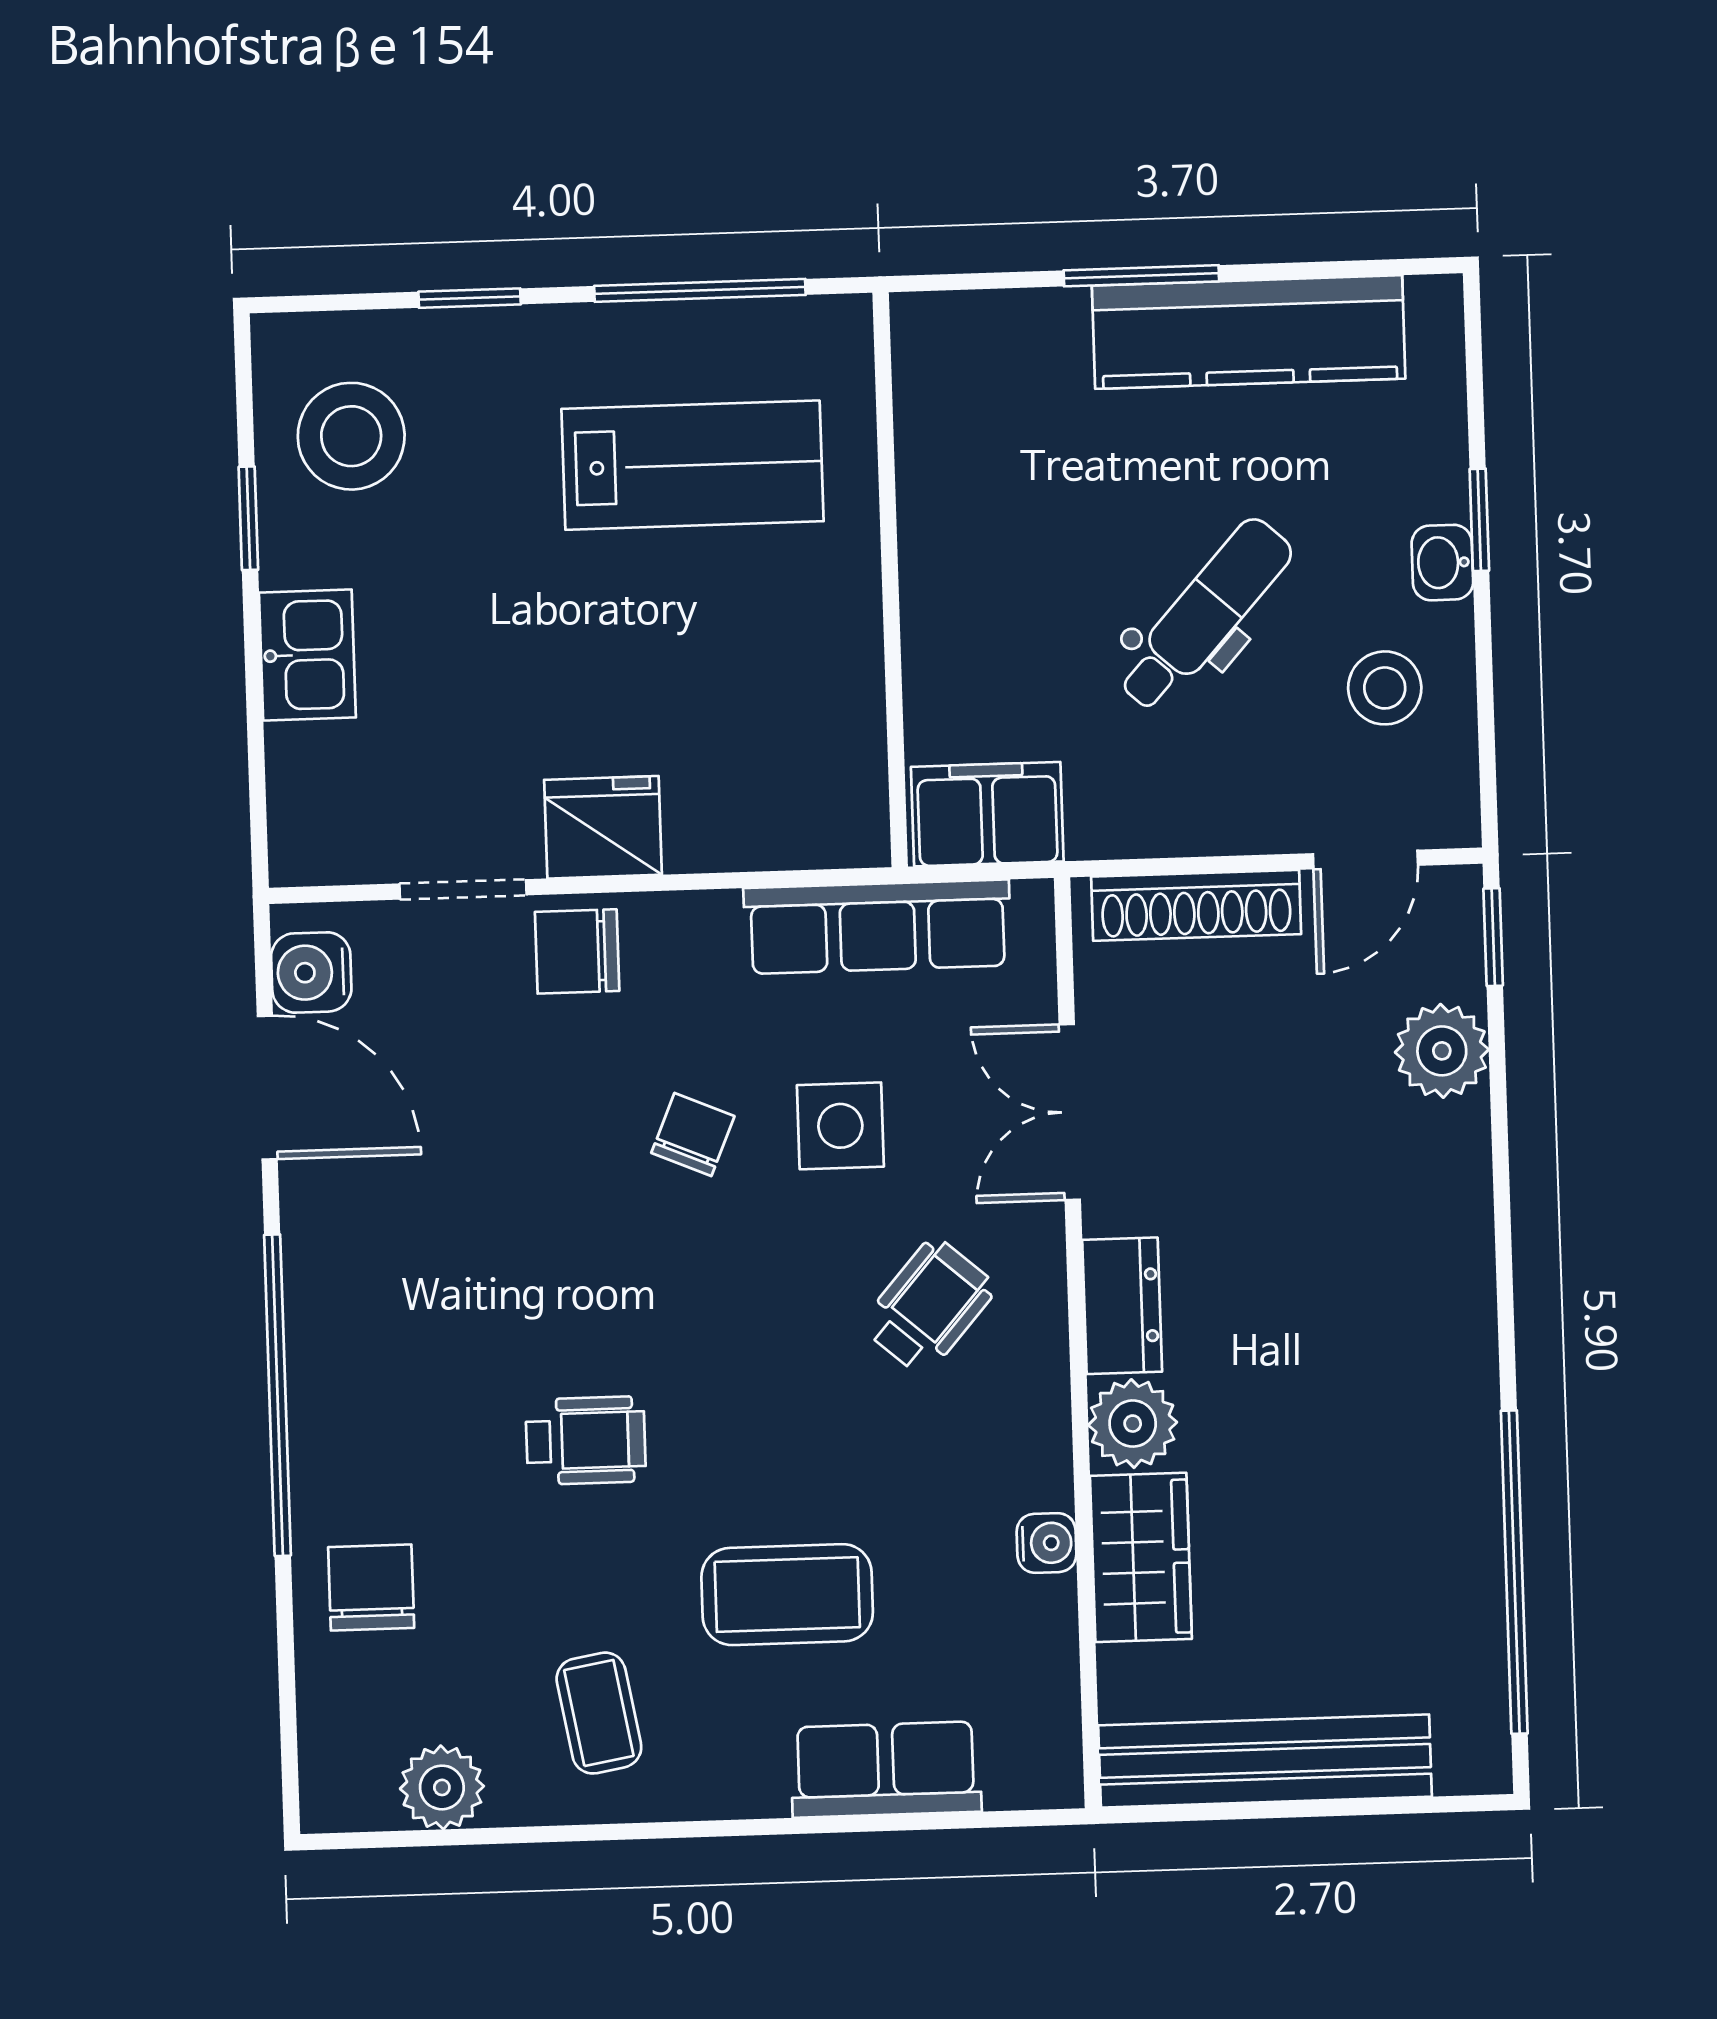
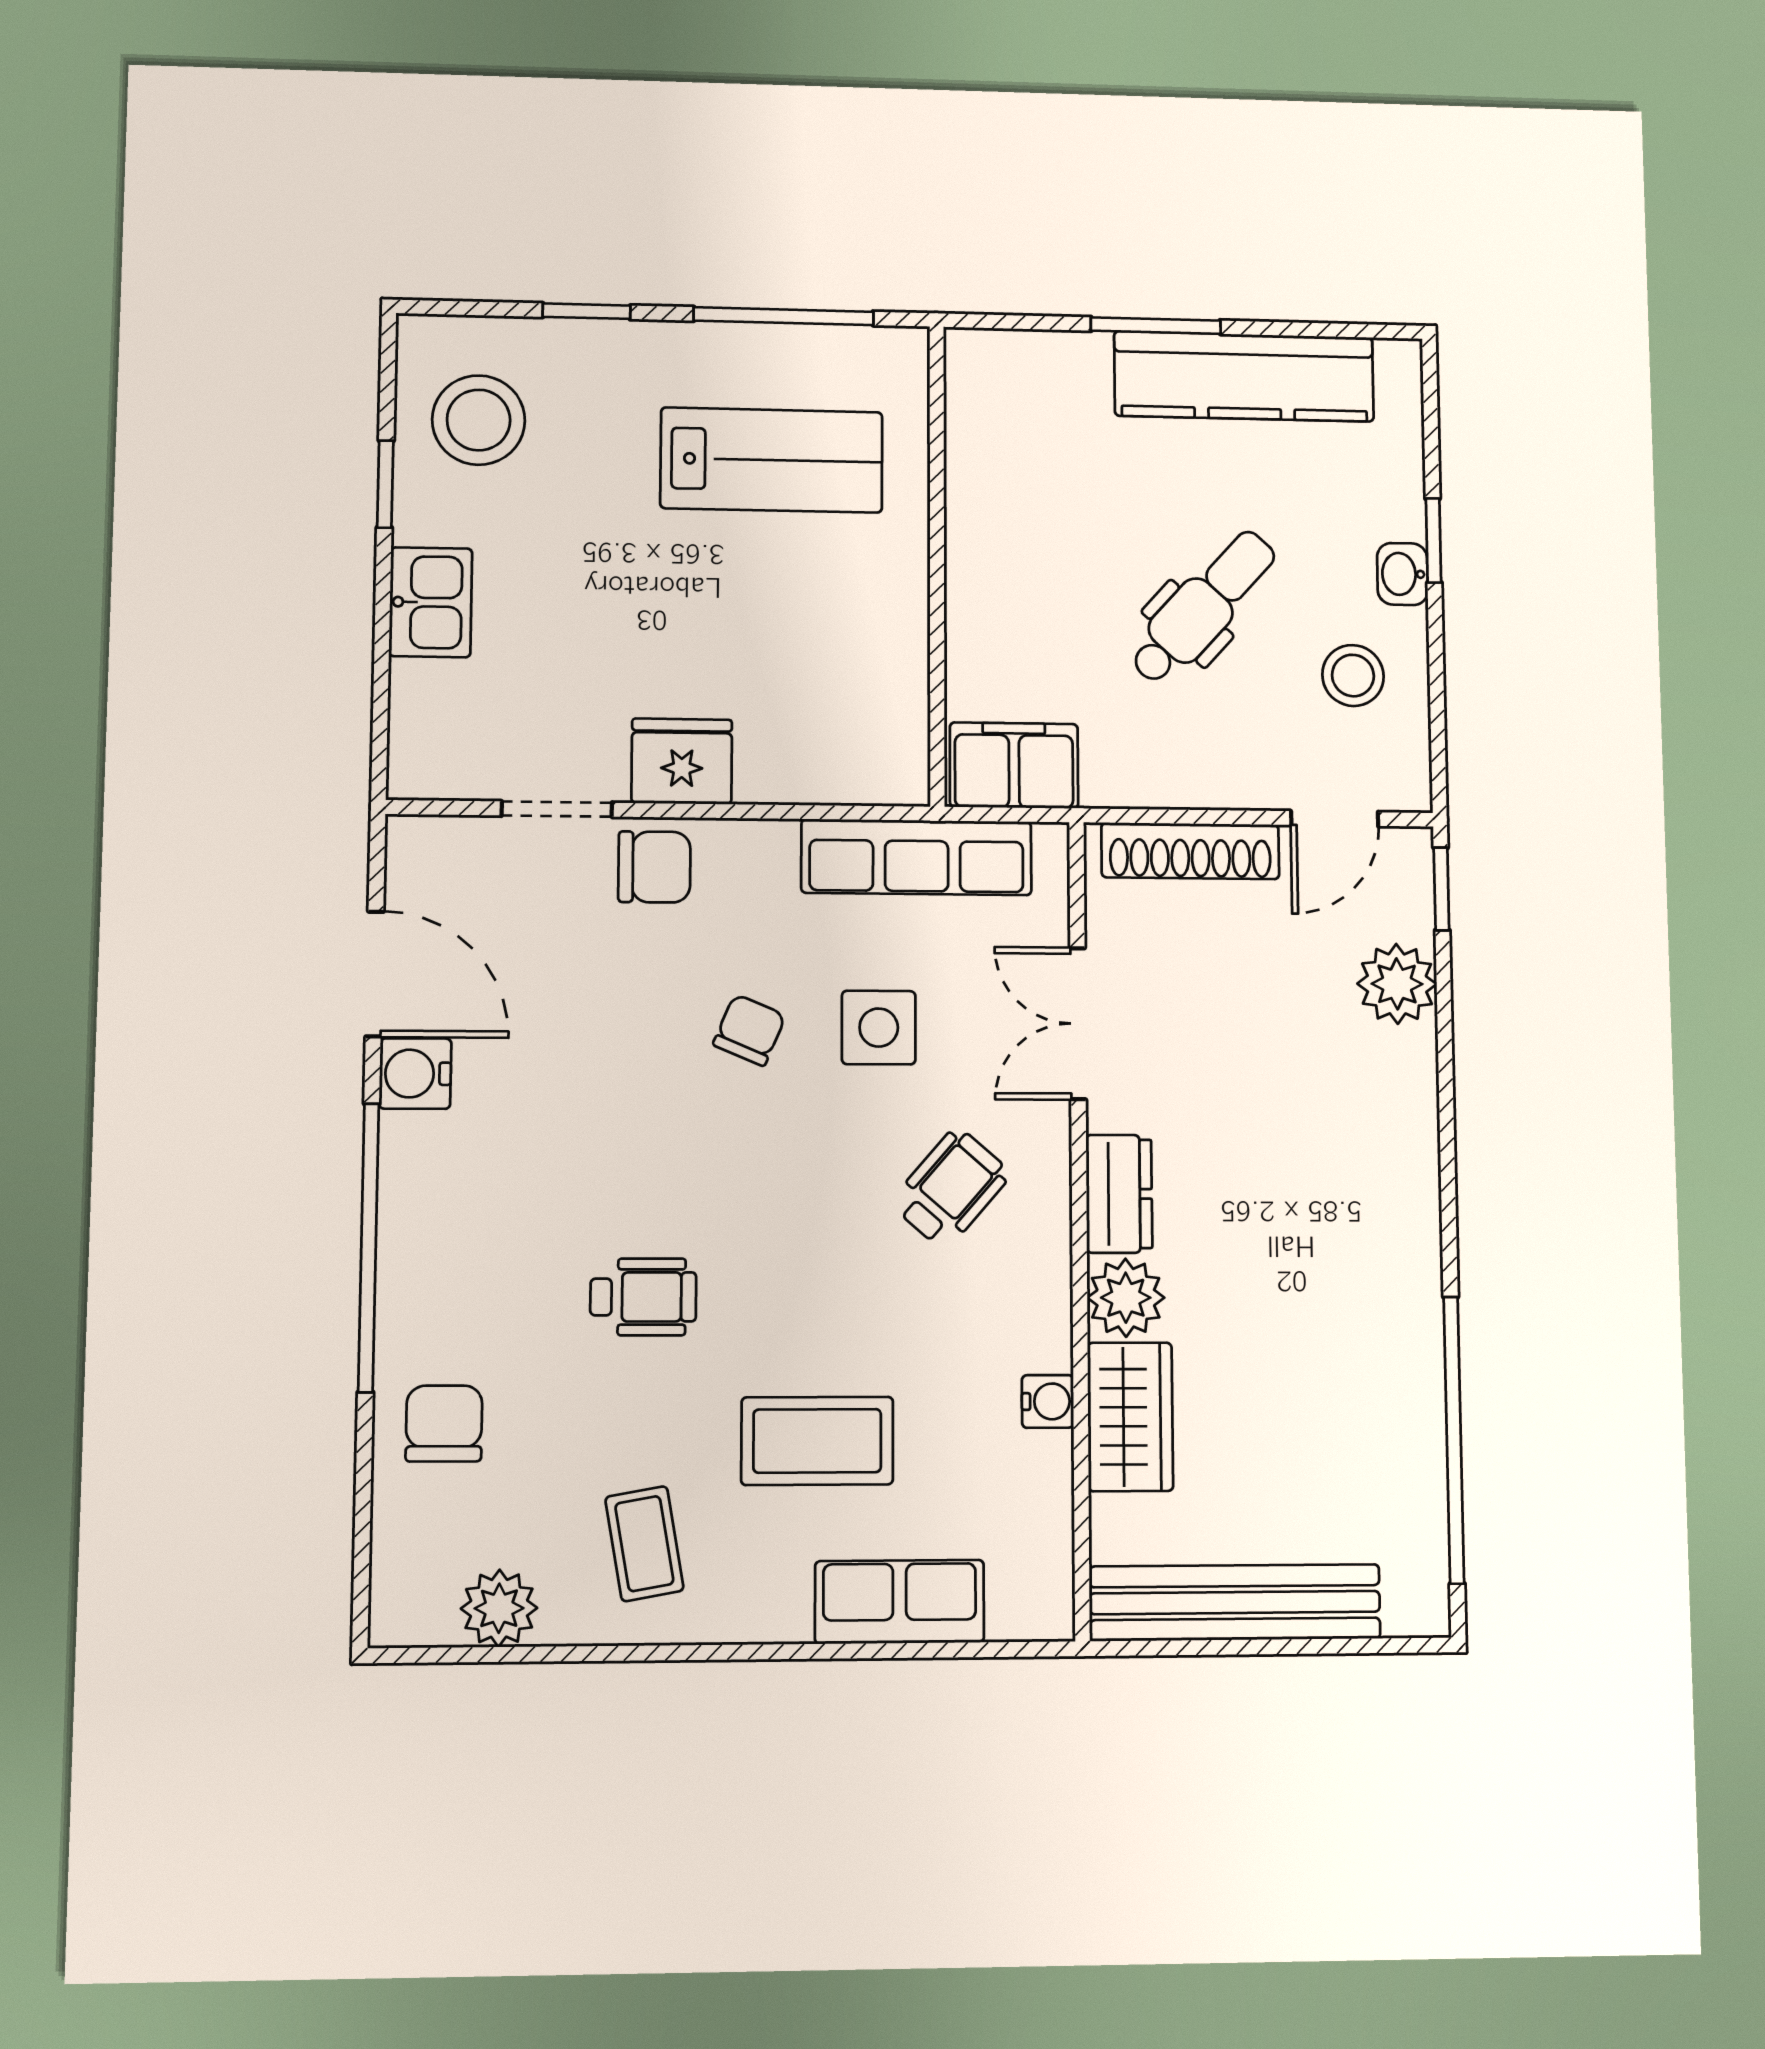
chair: (577, 951) -> (654, 867), turned 180
water cooler: (311, 972) -> (415, 1074), moved

